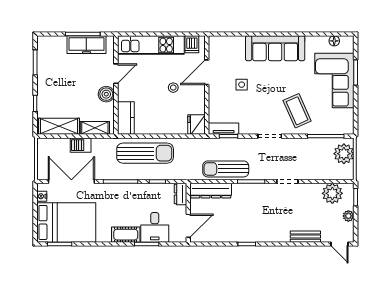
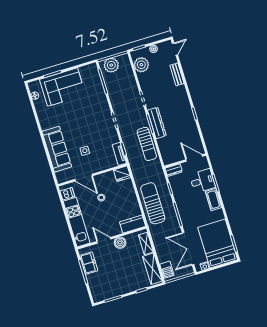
freezer: (86, 45) -> (89, 263), width x0.71
sofa: (275, 48) -> (57, 149), moved
coffee table: (297, 111) -> (91, 107), removed
barbecue: (81, 145) -> (167, 270), moved
dresser: (211, 191) -> (157, 123), moved

